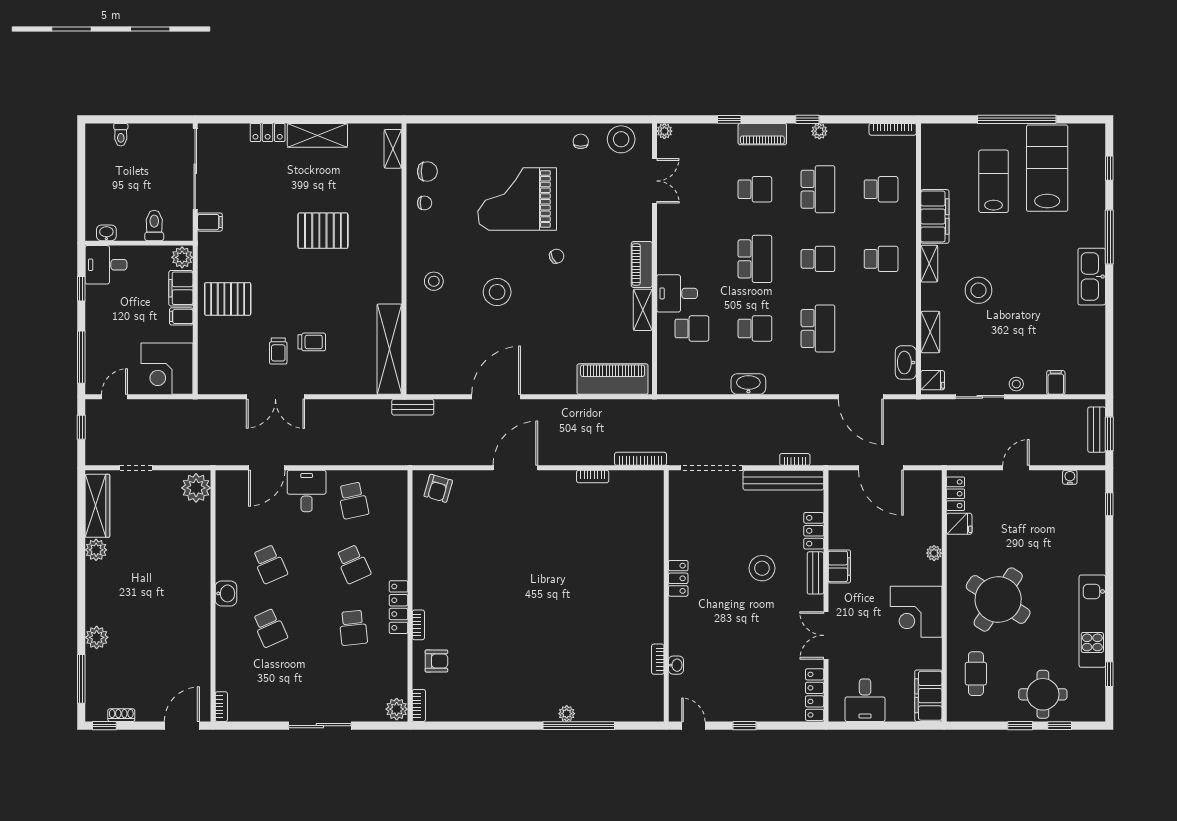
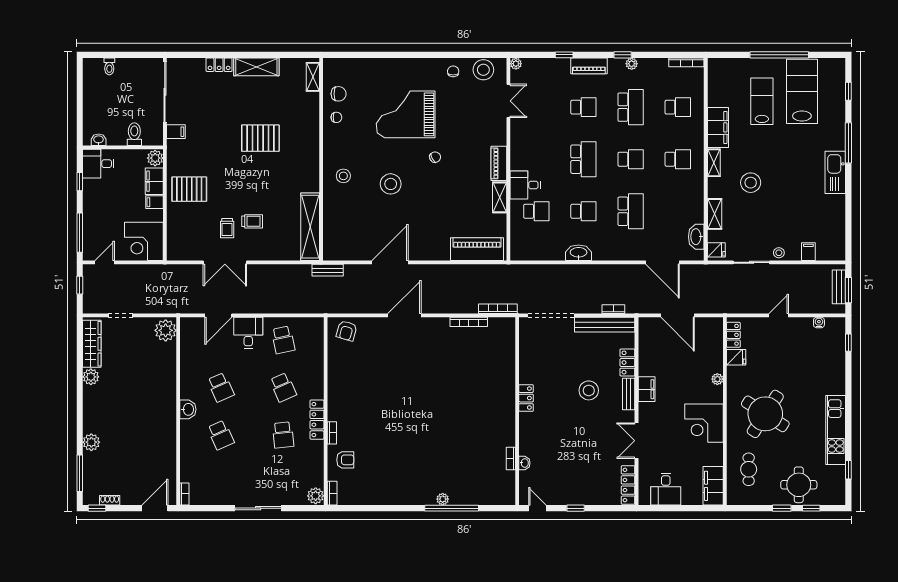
bookcase: (593, 477) -> (469, 322), width x1.56

